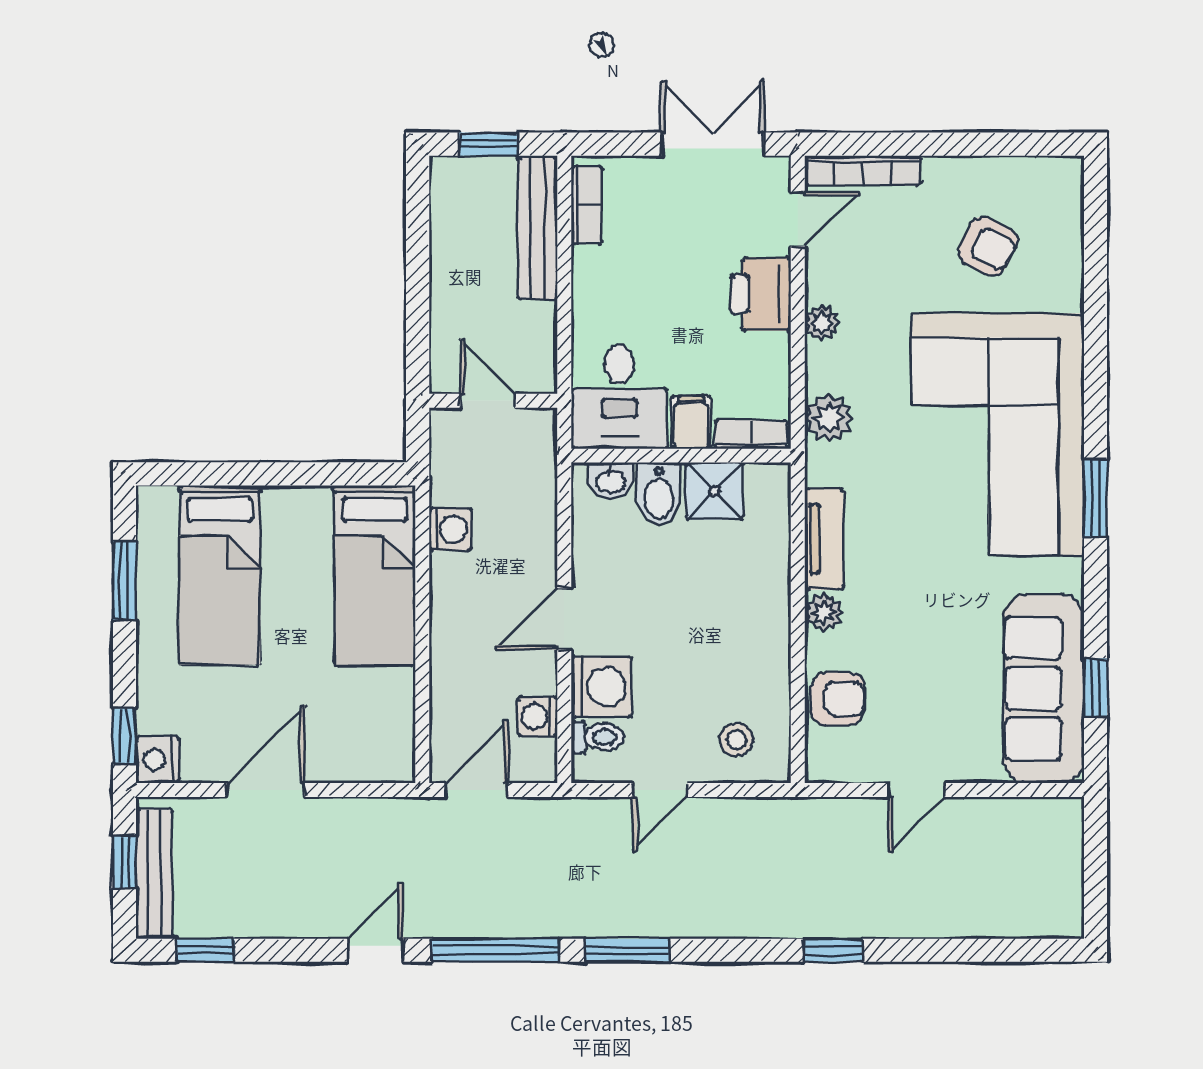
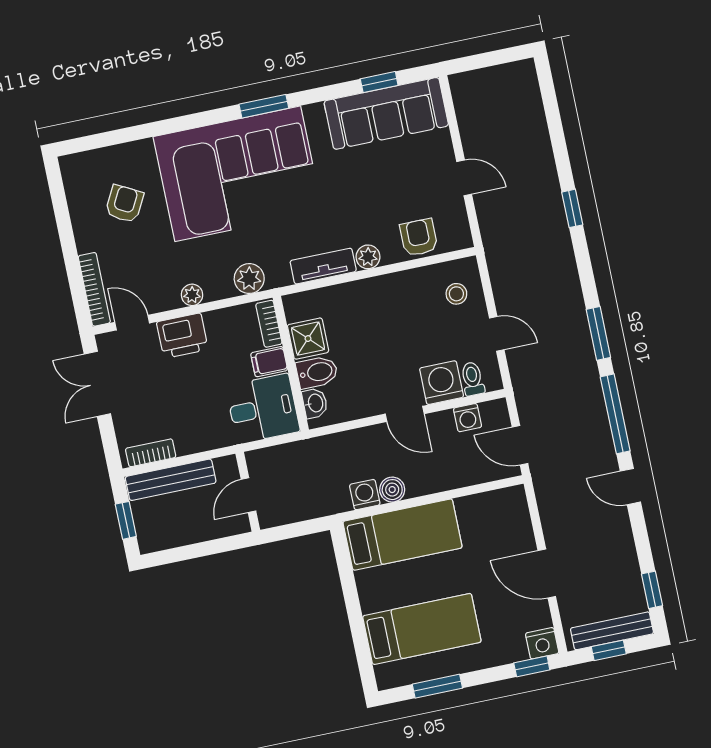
door: (488, 401) -> (248, 495), moved
wall: (493, 401) -> (248, 492), moved
boiler: (449, 574) -> (392, 490), added

